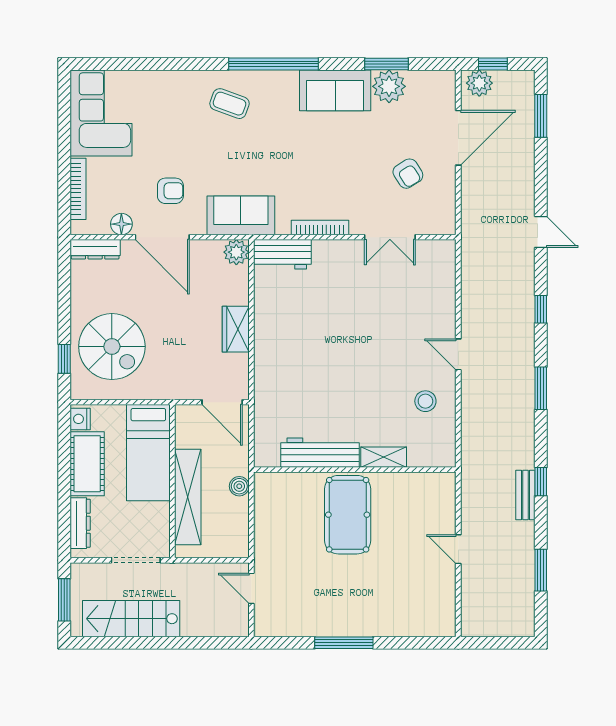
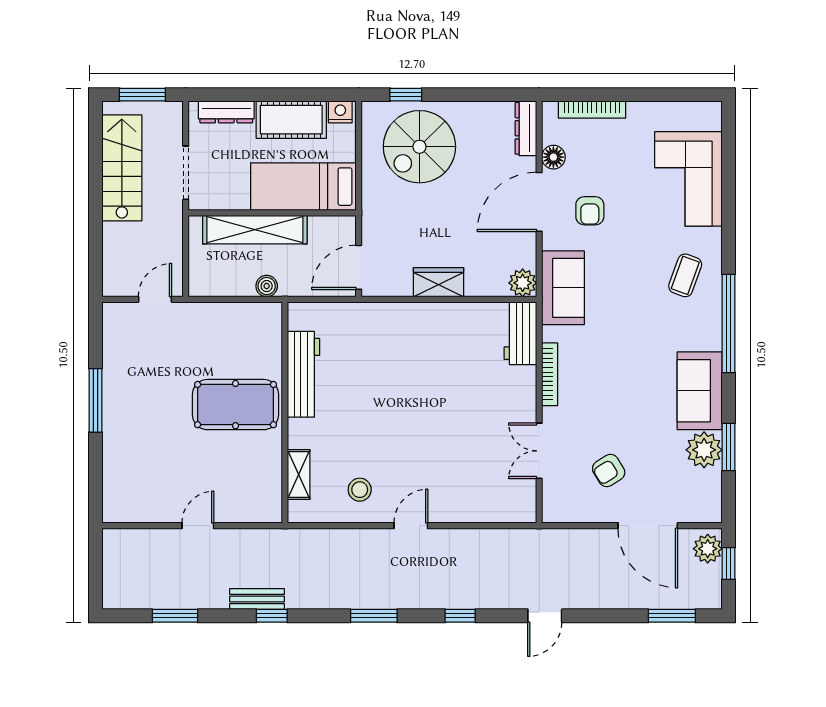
corner sofa: (101, 113) -> (688, 179), moved, turned 90
shelving: (384, 457) -> (299, 475), moved

